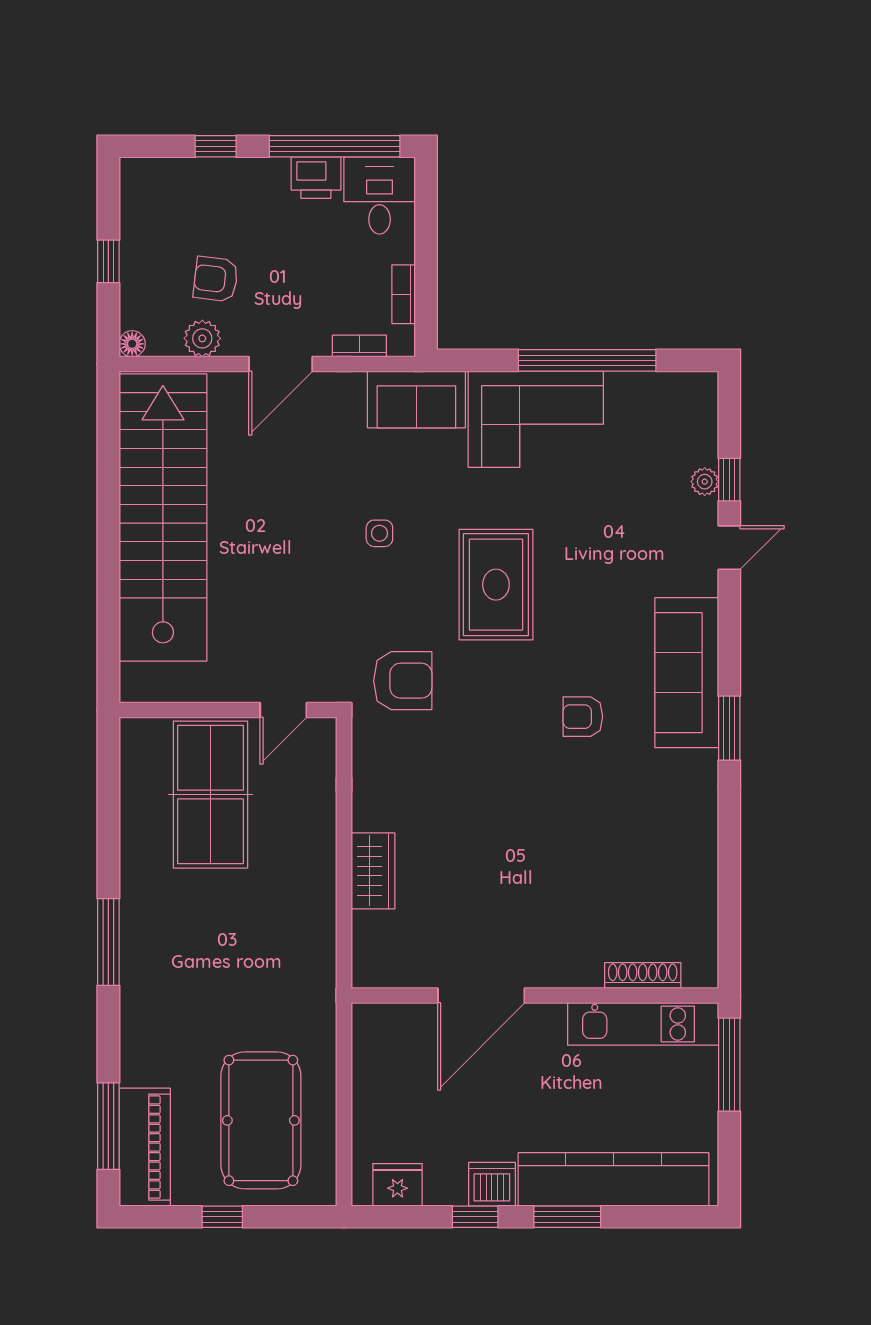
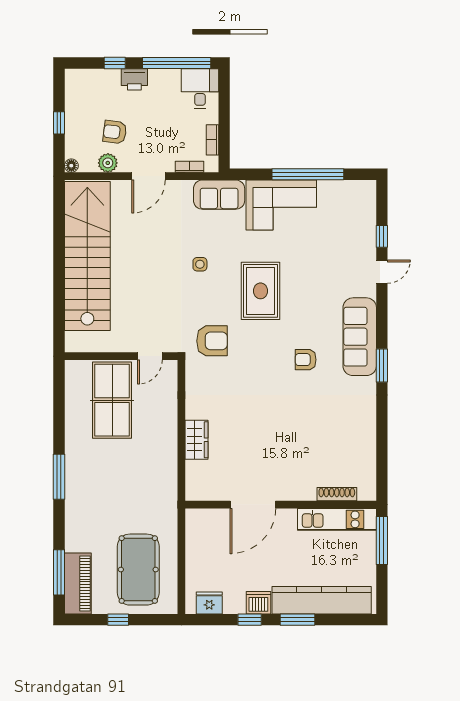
printer: (316, 178) -> (134, 79), moved
plant: (705, 482) -> (369, 237), removed

